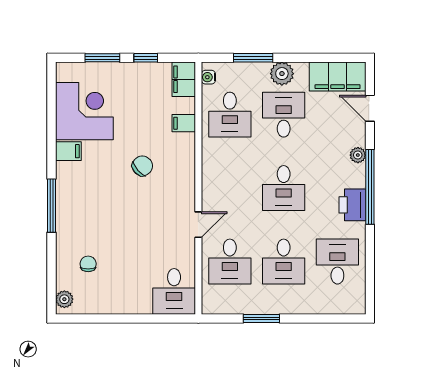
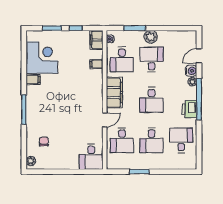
filing cabinet: (338, 76) -> (114, 93), moved, turned -90
door: (370, 108) -> (199, 56), hinge flipped
water cooler: (356, 135) -> (191, 71), added
chair: (142, 166) -> (74, 88), removed

